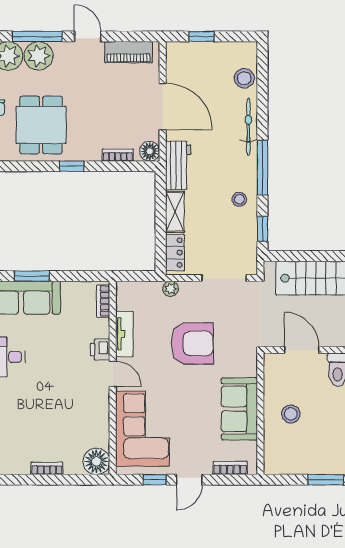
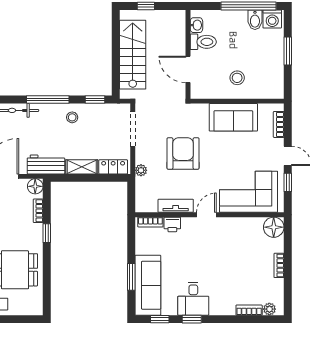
window: (72, 166) -> (47, 233), moved
printer: (100, 350) -> (172, 224), moved
door: (302, 350) -> (188, 69), hinge flipped

